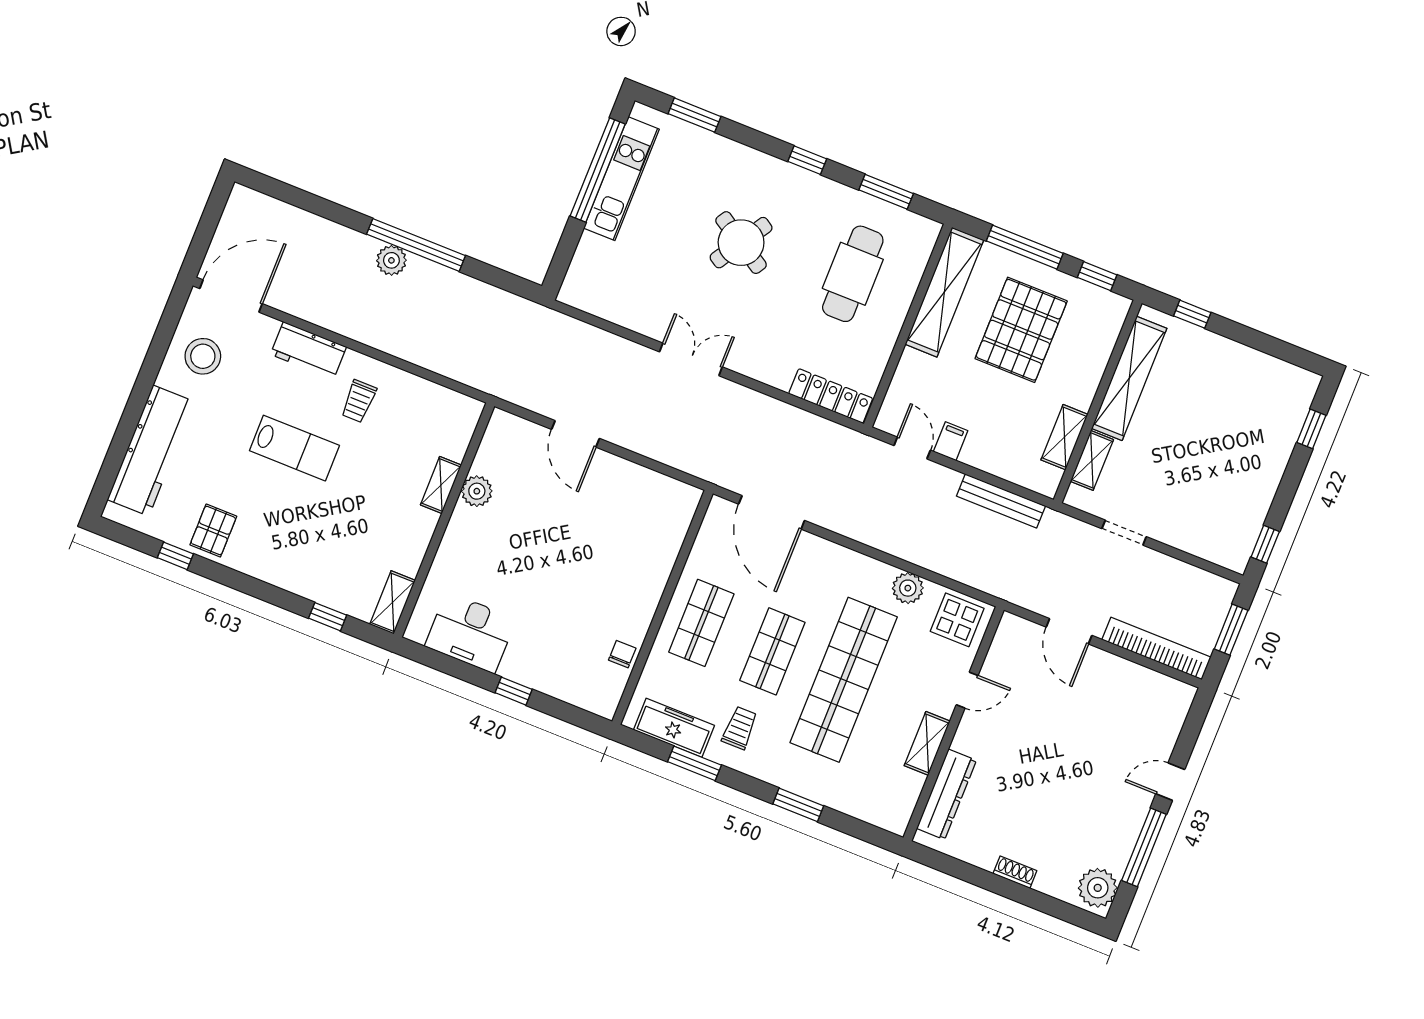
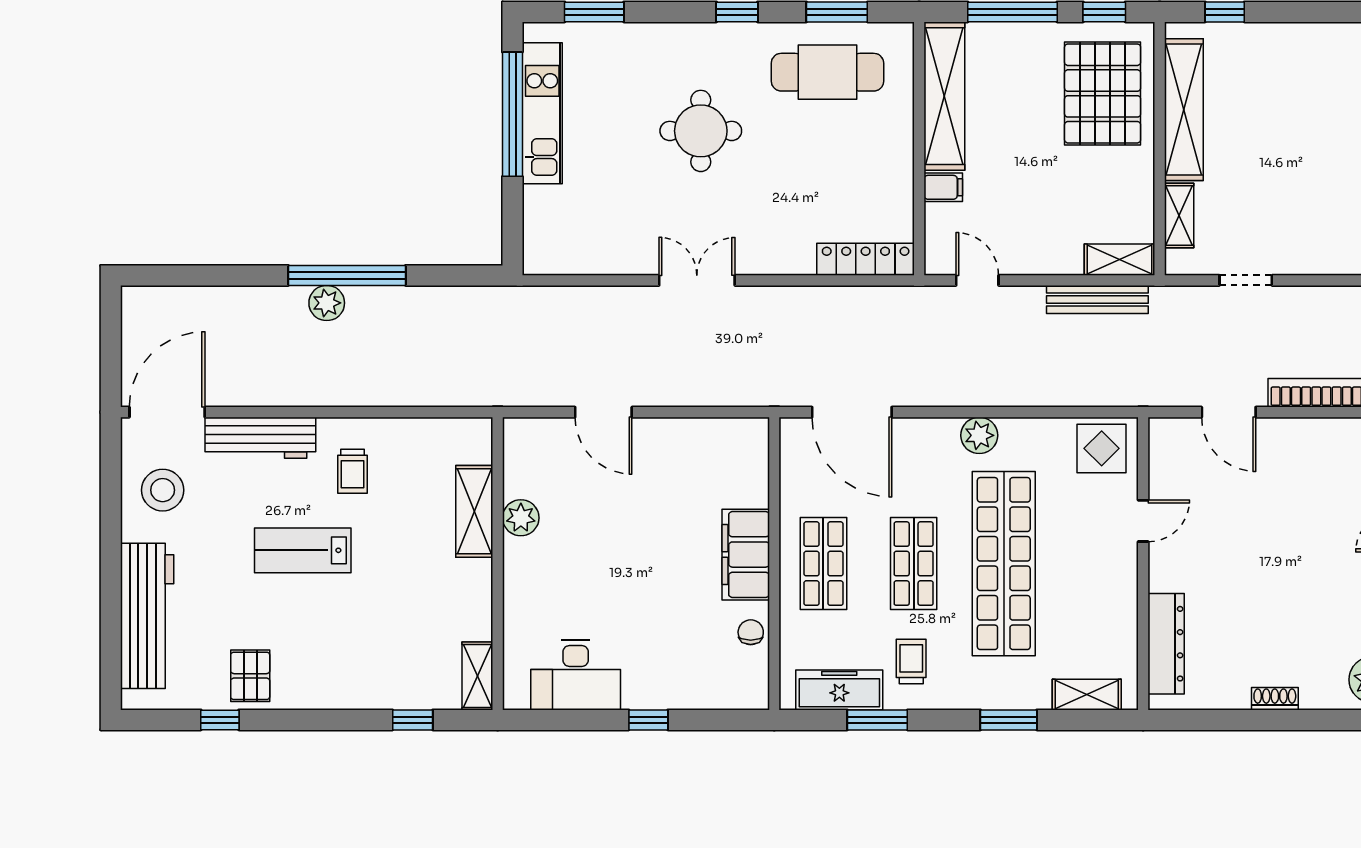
round table: (741, 243) -> (701, 131), turned -32
cafe table: (853, 274) -> (827, 72), moved, turned 90
pallet: (1021, 330) -> (1103, 93), moved
workbench: (308, 351) -> (260, 438), width x1.38
shelving: (1064, 437) -> (1120, 260), moved, turned 90
filing cabinet: (951, 441) -> (943, 187), moved, turned 90
lab bench: (294, 448) -> (303, 550), turned 180
shelving: (441, 485) -> (474, 511), width x1.50, depth x1.33
plant: (908, 588) -> (979, 435), moved
filing cabinet: (643, 591) -> (746, 555), added
shelving: (927, 743) -> (1087, 695), moved, turned 90

